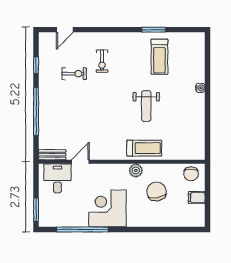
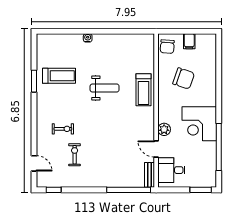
window: (36, 65) -> (54, 190), moved
window: (36, 111) -> (129, 190), moved
treadmill: (144, 148) -> (144, 90), turned 180
plant: (136, 170) -> (164, 129), moved
chair: (191, 174) -> (167, 47), turned 94
chair: (157, 192) -> (184, 78), turned -151

